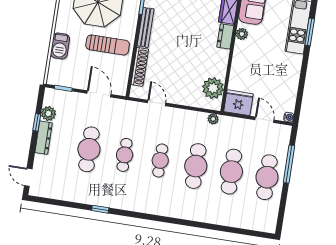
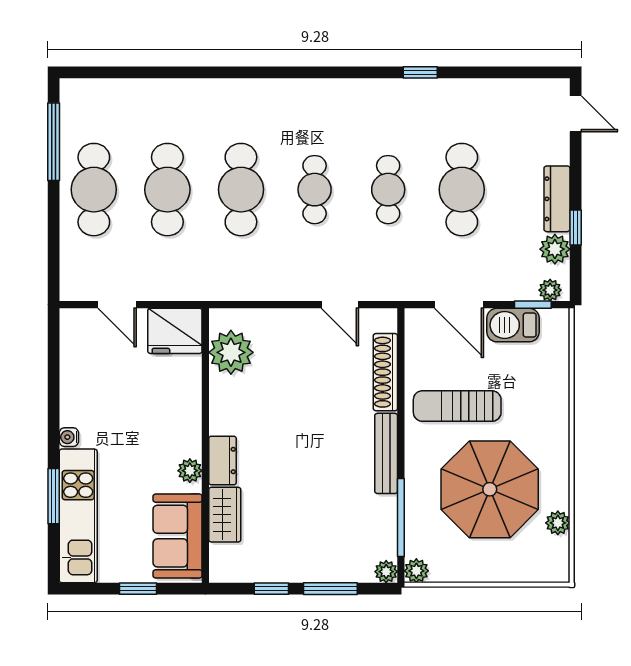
barbecue: (60, 46) -> (513, 325), moved, turned -90
water cooler: (289, 117) -> (69, 437), moved
plant: (213, 119) -> (550, 290), moved
window: (289, 164) -> (54, 142), moved

